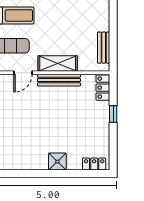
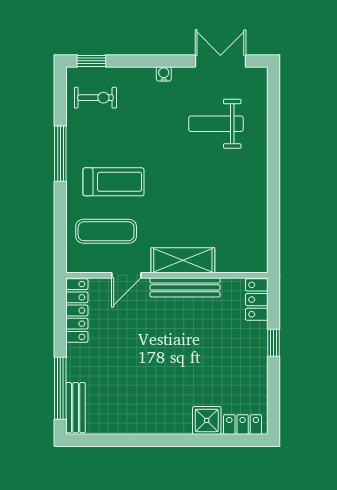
bench: (104, 48) -> (258, 234), removed
shower: (57, 162) -> (207, 420), moved

